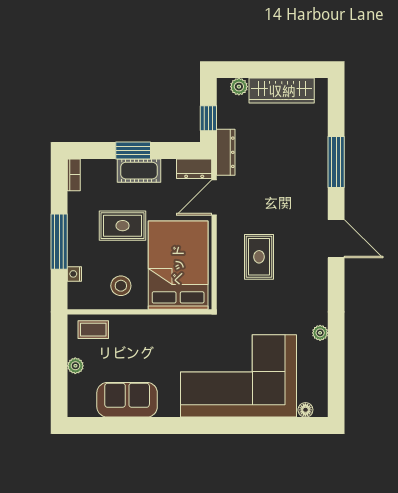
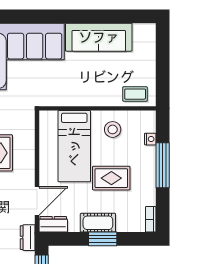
dresser: (226, 152) -> (28, 238), width x0.70
bed: (178, 265) -> (74, 146), width x0.67
plant: (75, 366) -> (149, 65), removed
sofa: (127, 400) -> (99, 37), width x1.36

